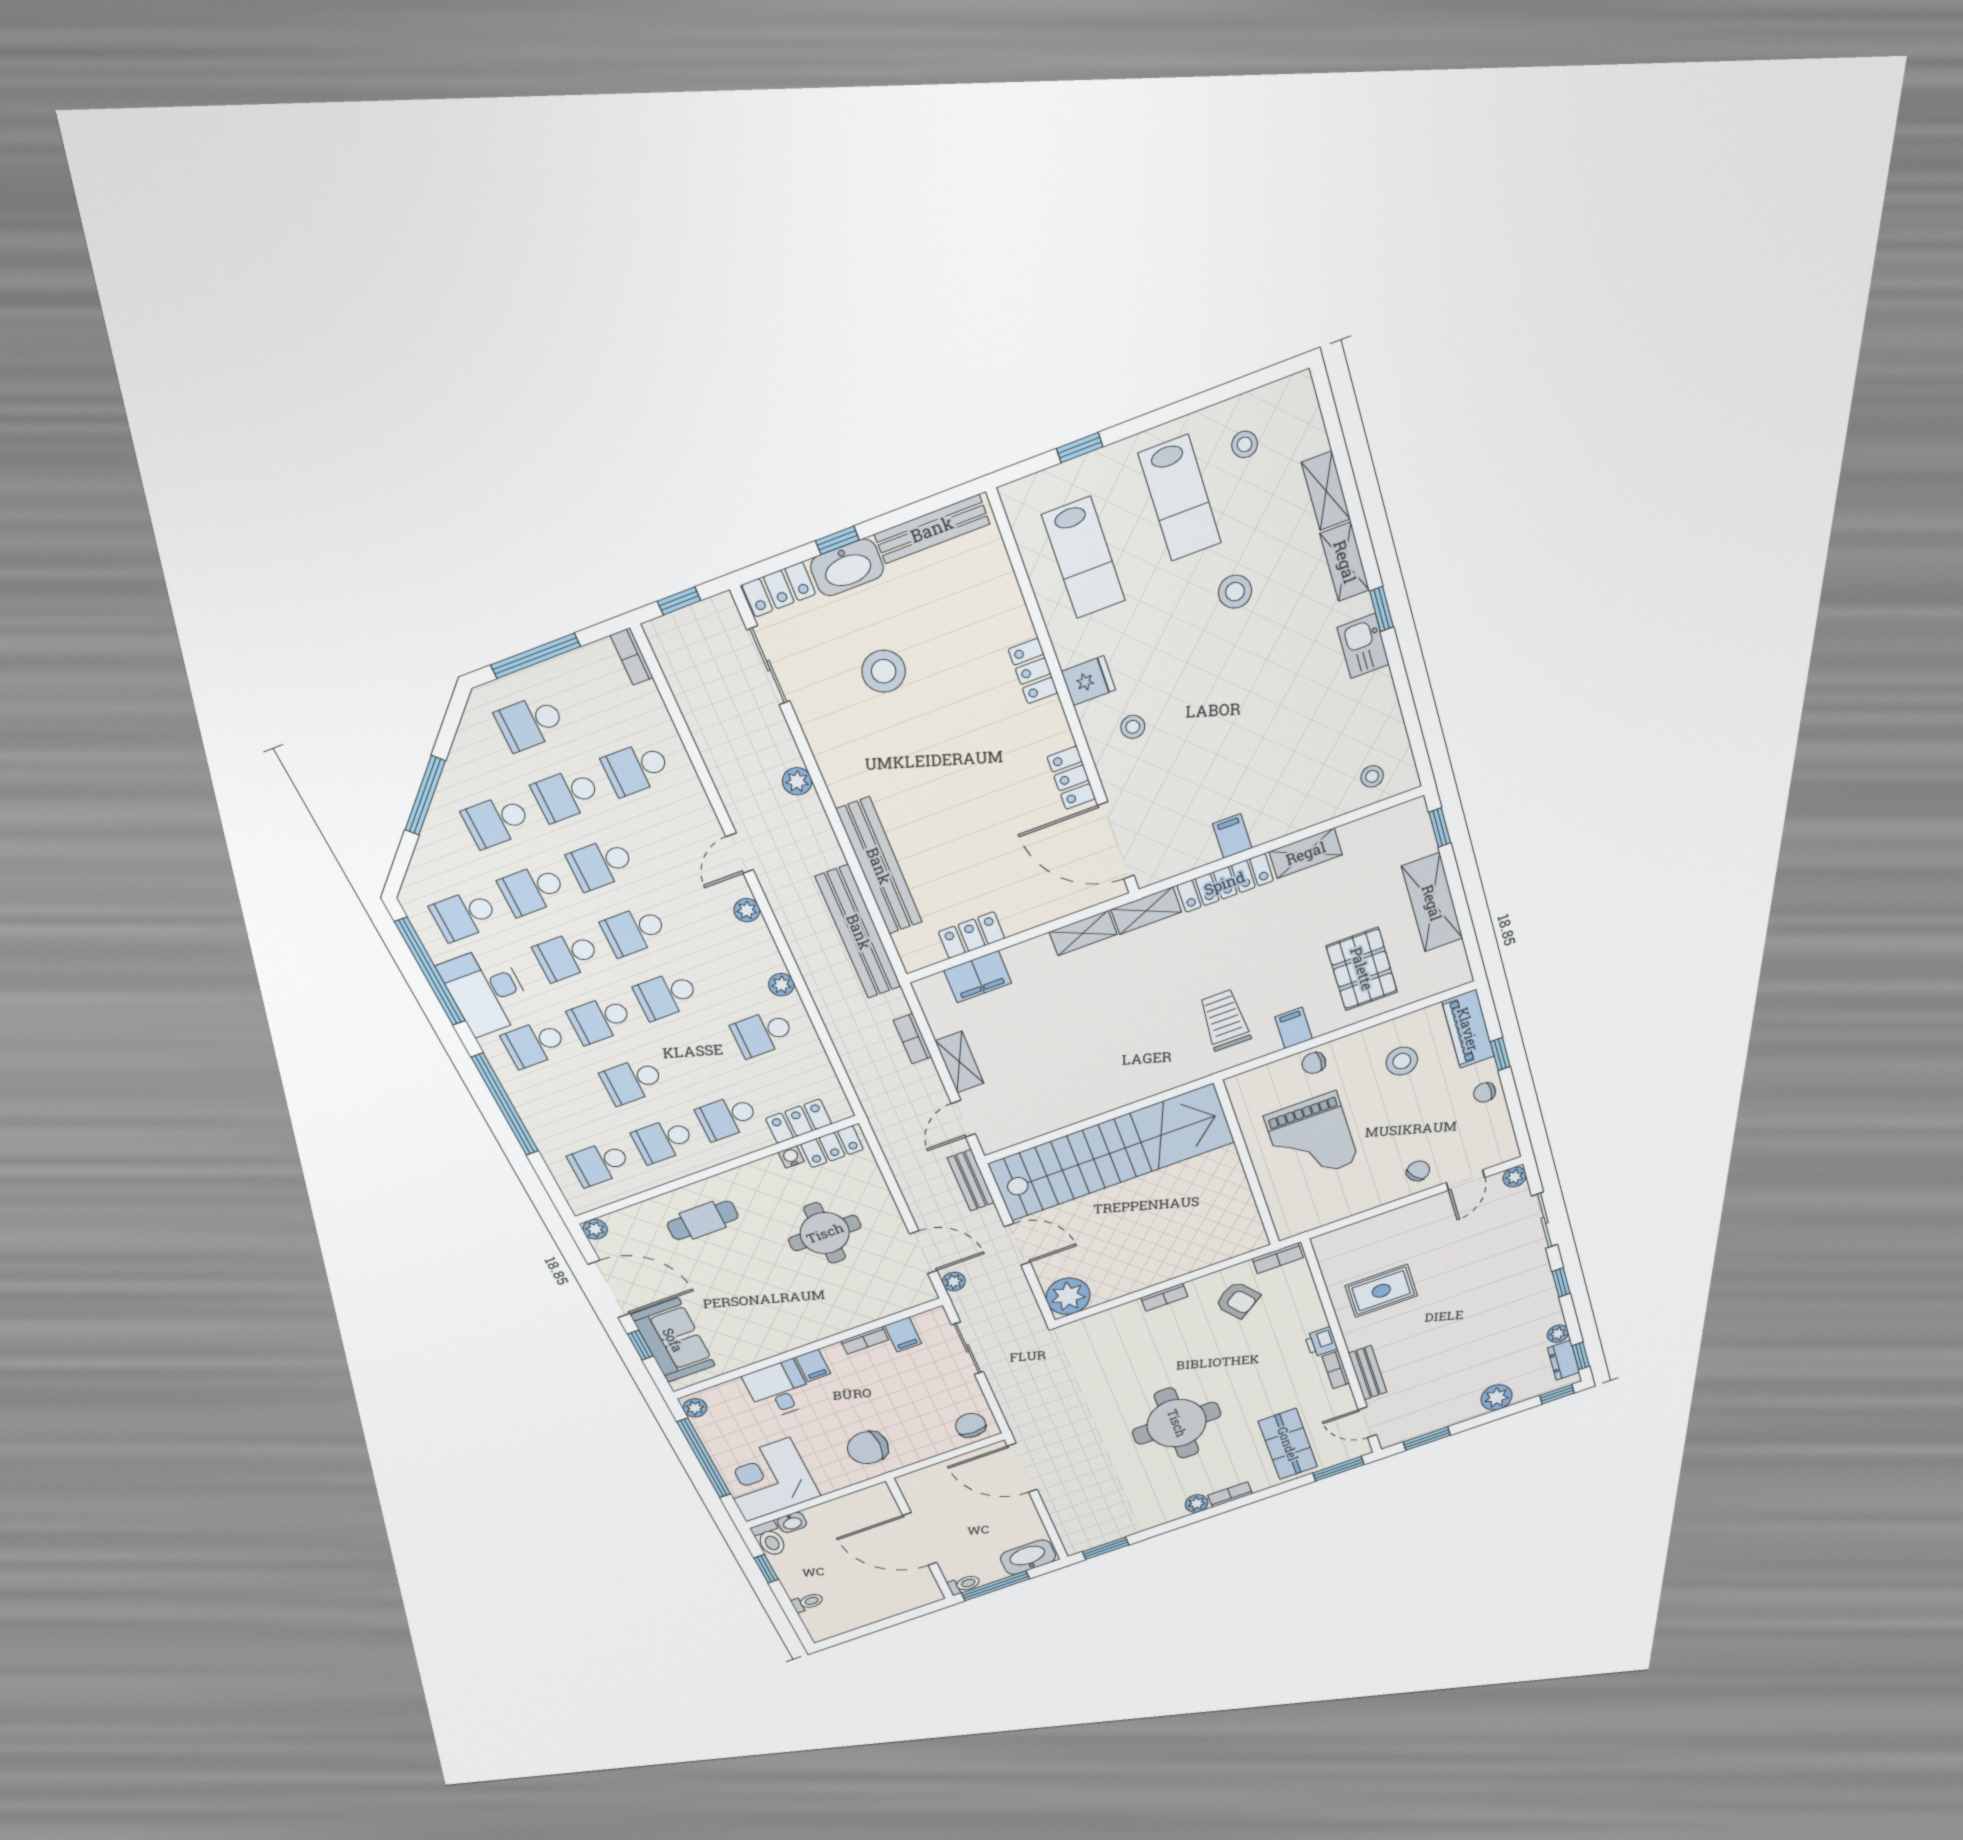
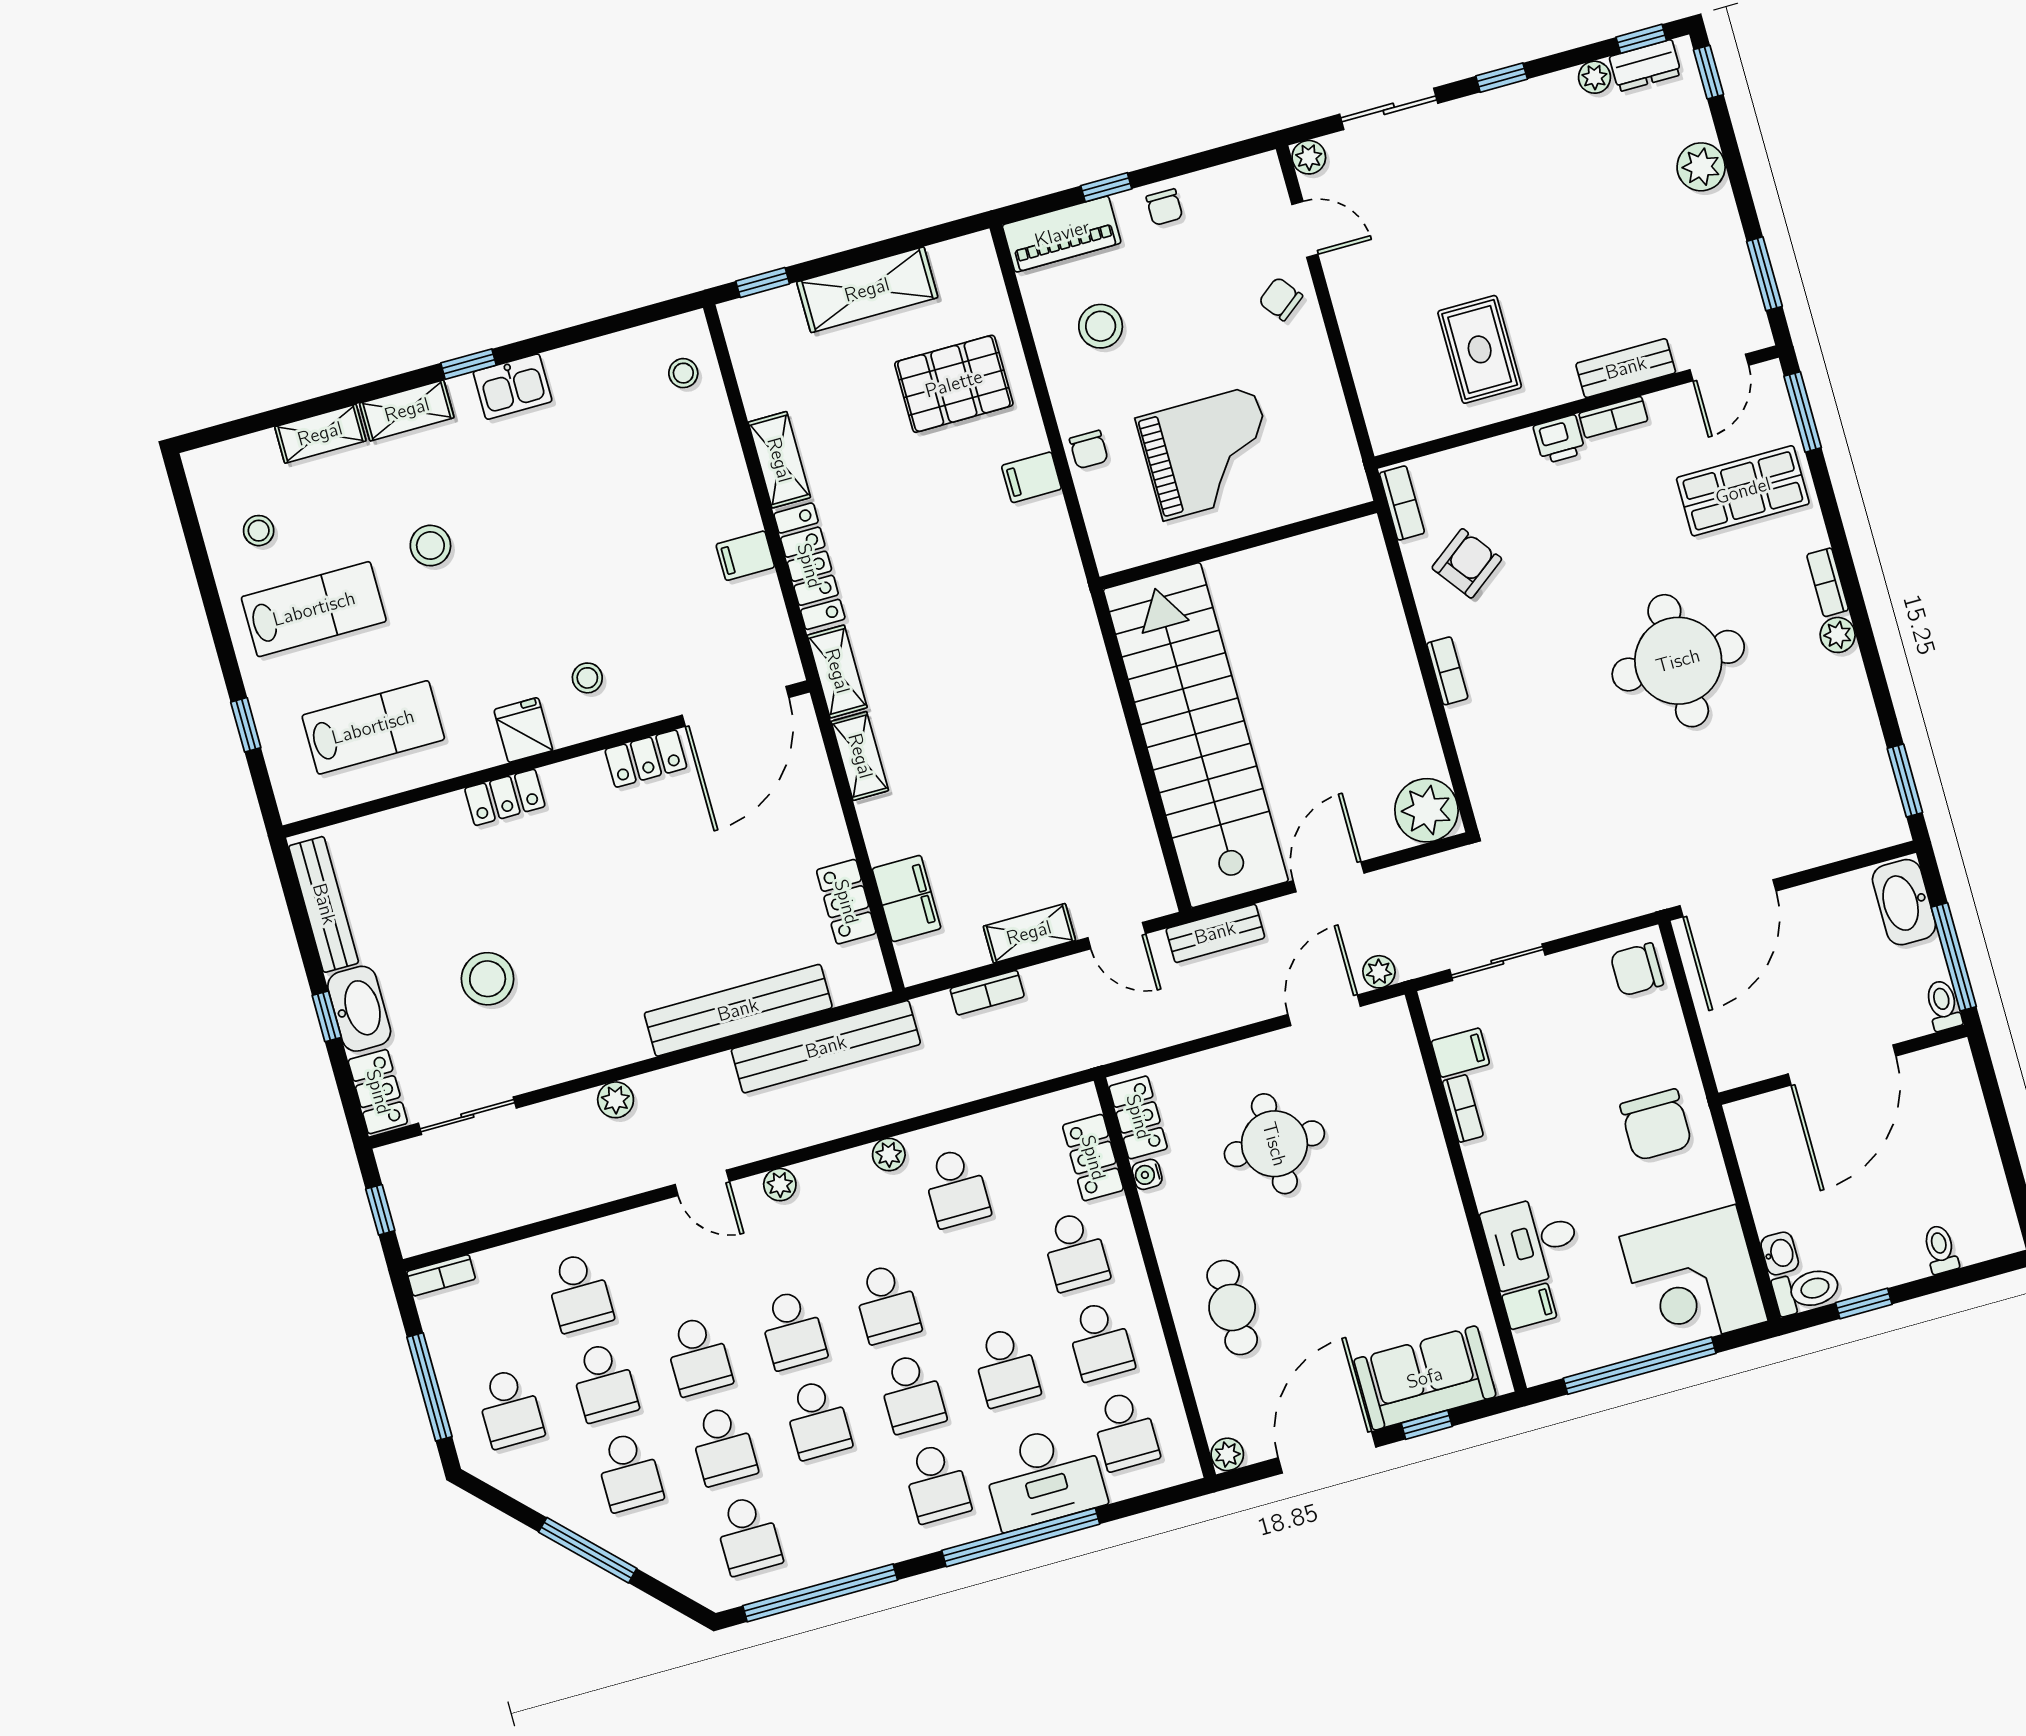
desk: (486, 991) -> (1044, 1477), moved
trolley: (1225, 1020) -> (1009, 572), removed
filing cabinet: (813, 1365) -> (1529, 1306), moved
plant: (695, 1408) -> (1547, 1365), removed

